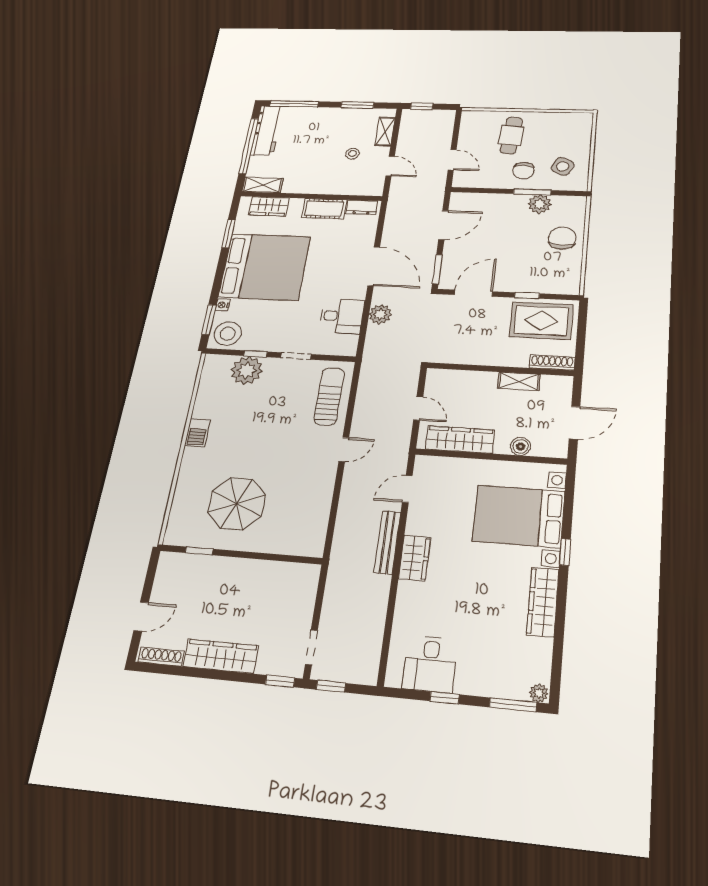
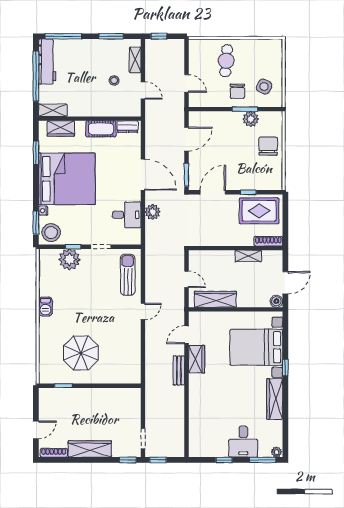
boiler: (521, 446) -> (276, 301), moved
bench: (387, 542) -> (179, 370), width x0.73
wardrobe: (415, 558) -> (197, 359), moved
desk: (430, 664) -> (243, 442), moved

